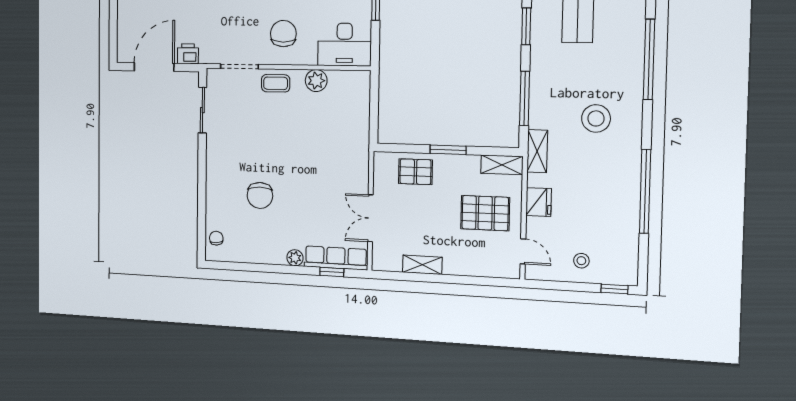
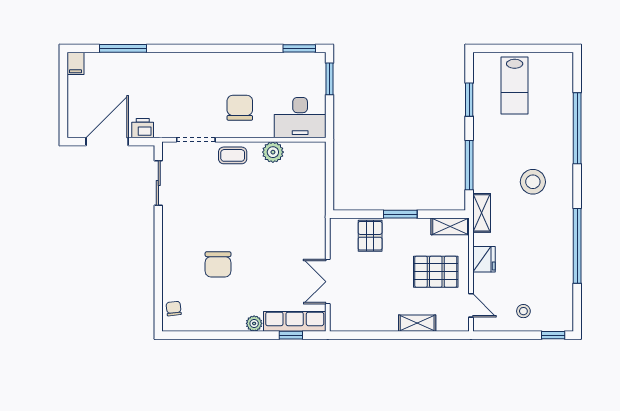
pallet: (415, 172) -> (370, 236), turned 90
shelving: (422, 265) -> (417, 323), moved

